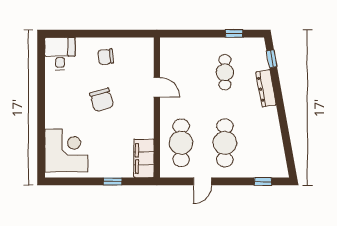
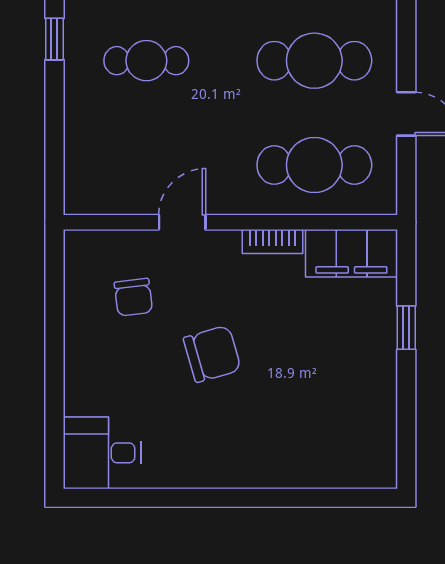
chair: (106, 57) -> (133, 297), moved
bookcase: (149, 125) -> (273, 242), added
corner desk: (66, 151) -> (333, 438), removed

